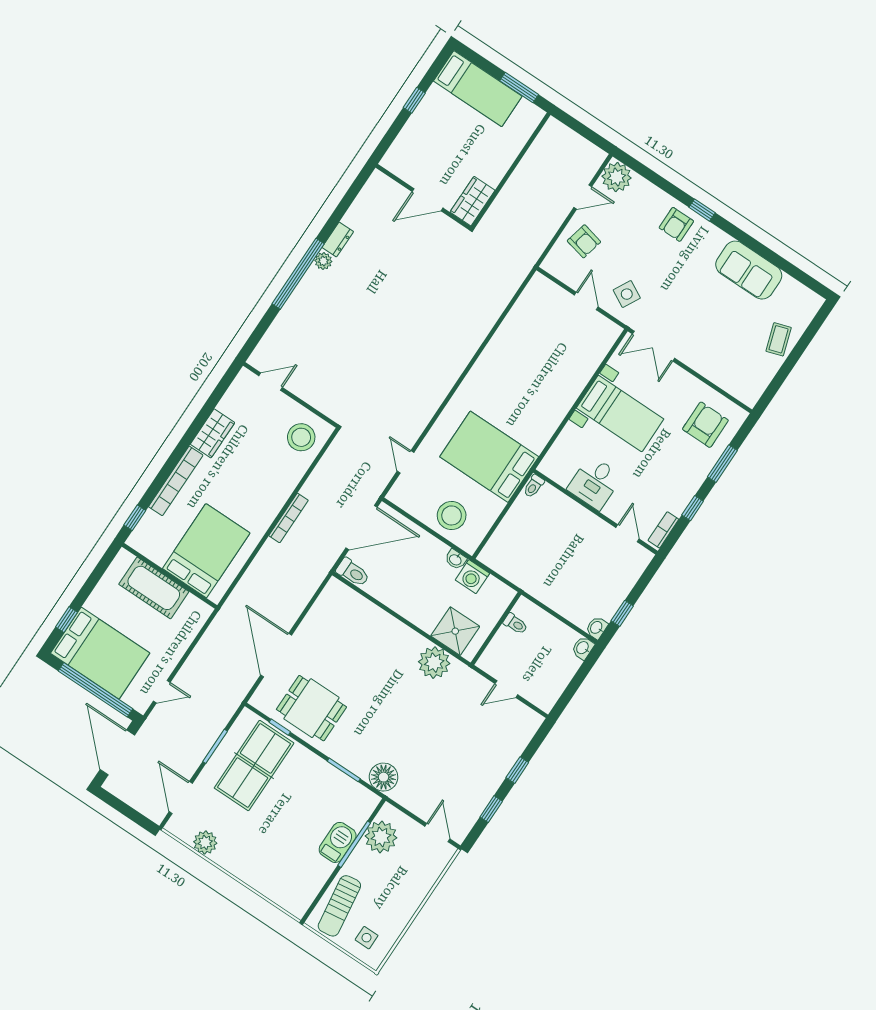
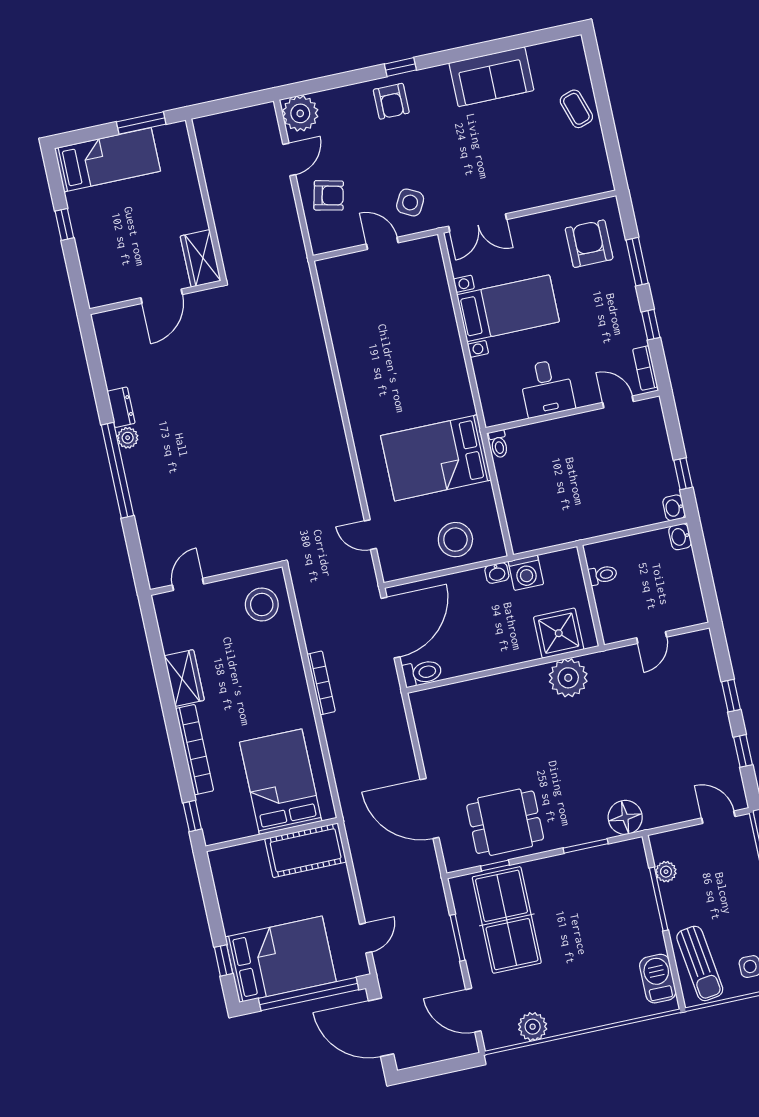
cot: (154, 588) -> (306, 850), moved
plant: (381, 837) -> (666, 872), width x0.53, depth x0.53
barbecue: (338, 842) -> (658, 979), moved

